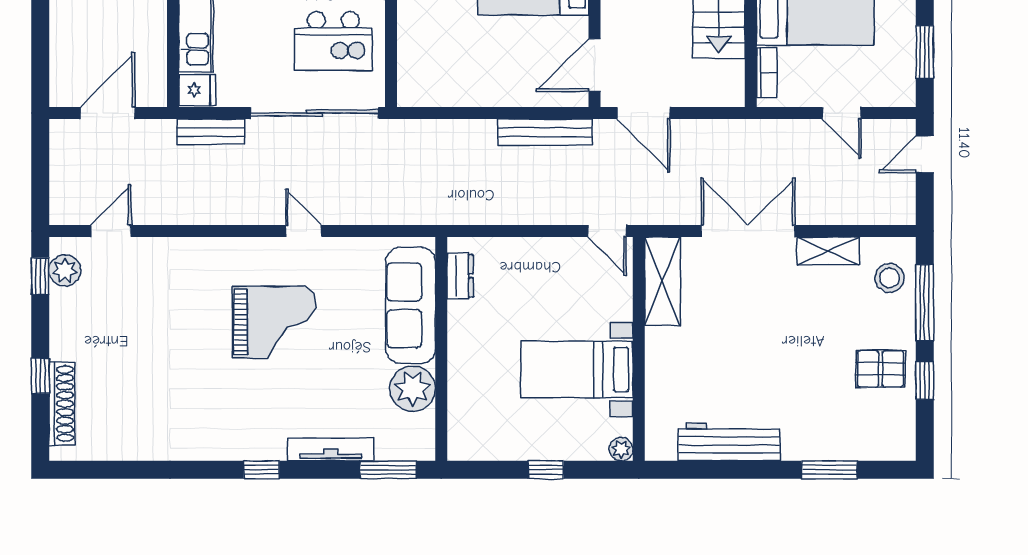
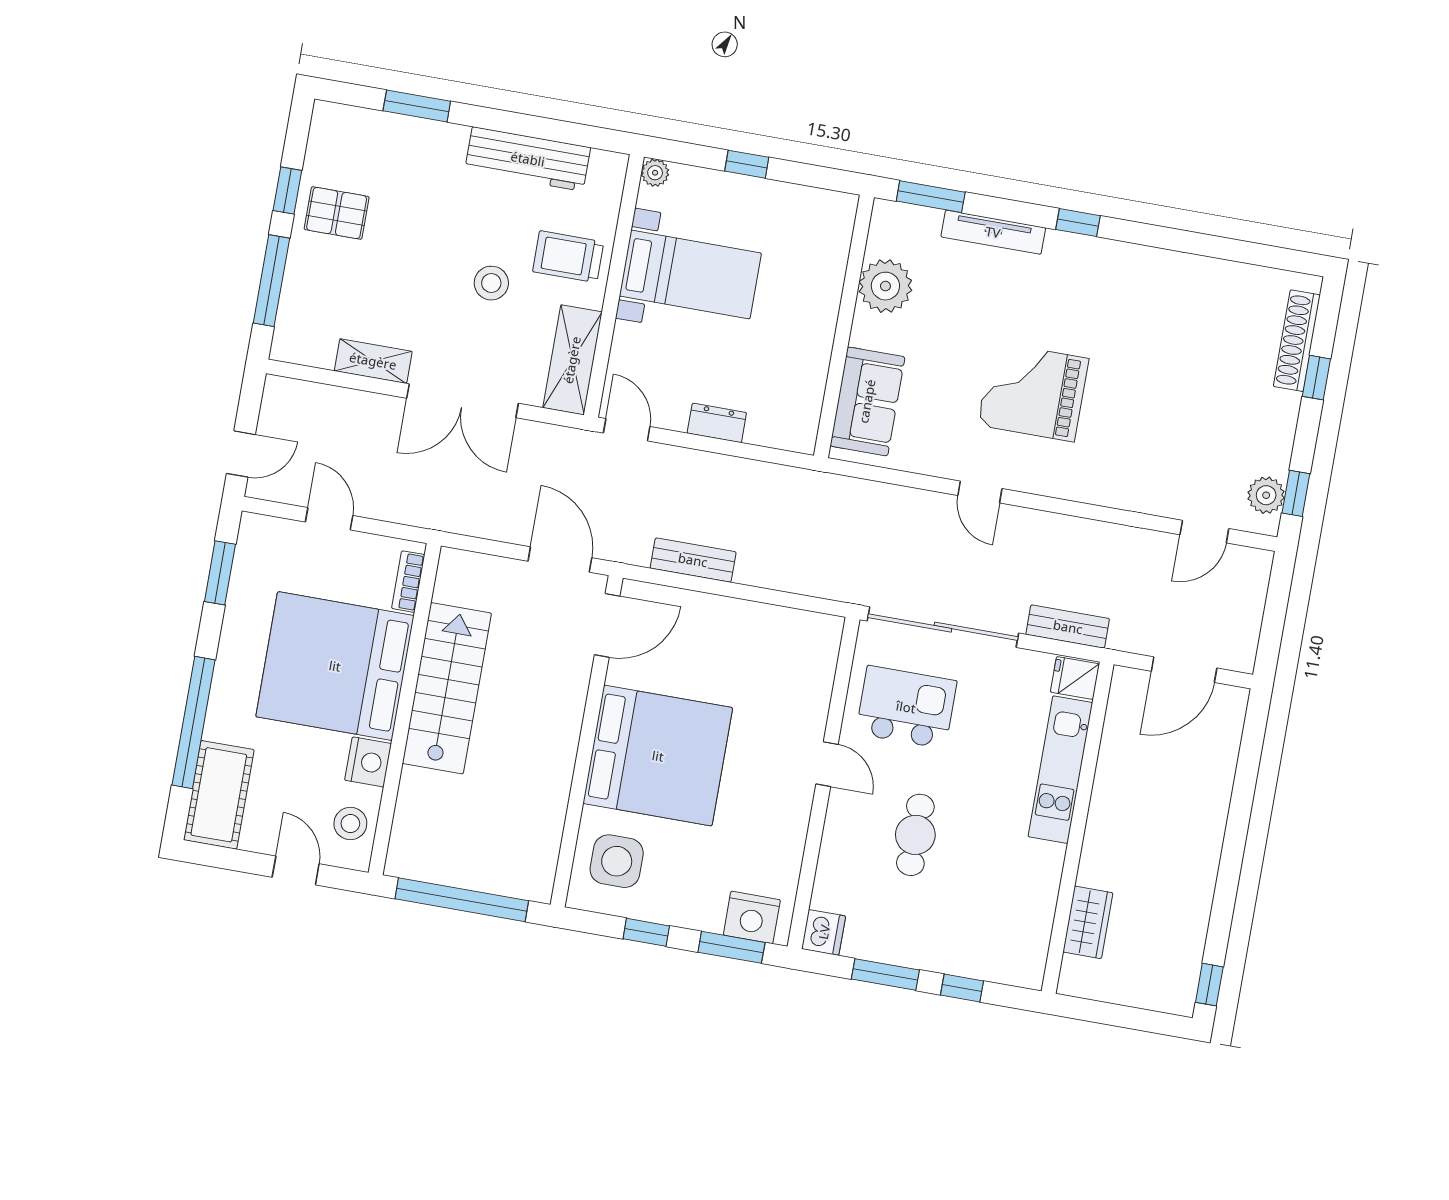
bench: (545, 132) -> (693, 560), width x0.73
dresser: (460, 276) -> (717, 423), moved, turned 90
stool: (889, 278) -> (491, 283), moved
sofa: (411, 305) -> (867, 401), width x0.73
trolley: (681, 366) -> (568, 257), added

